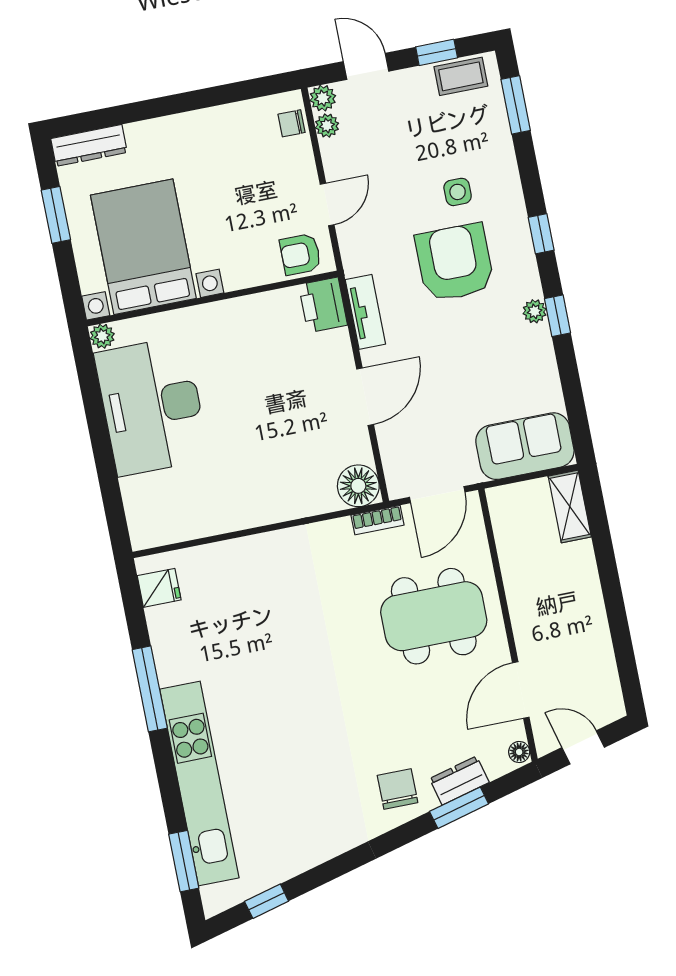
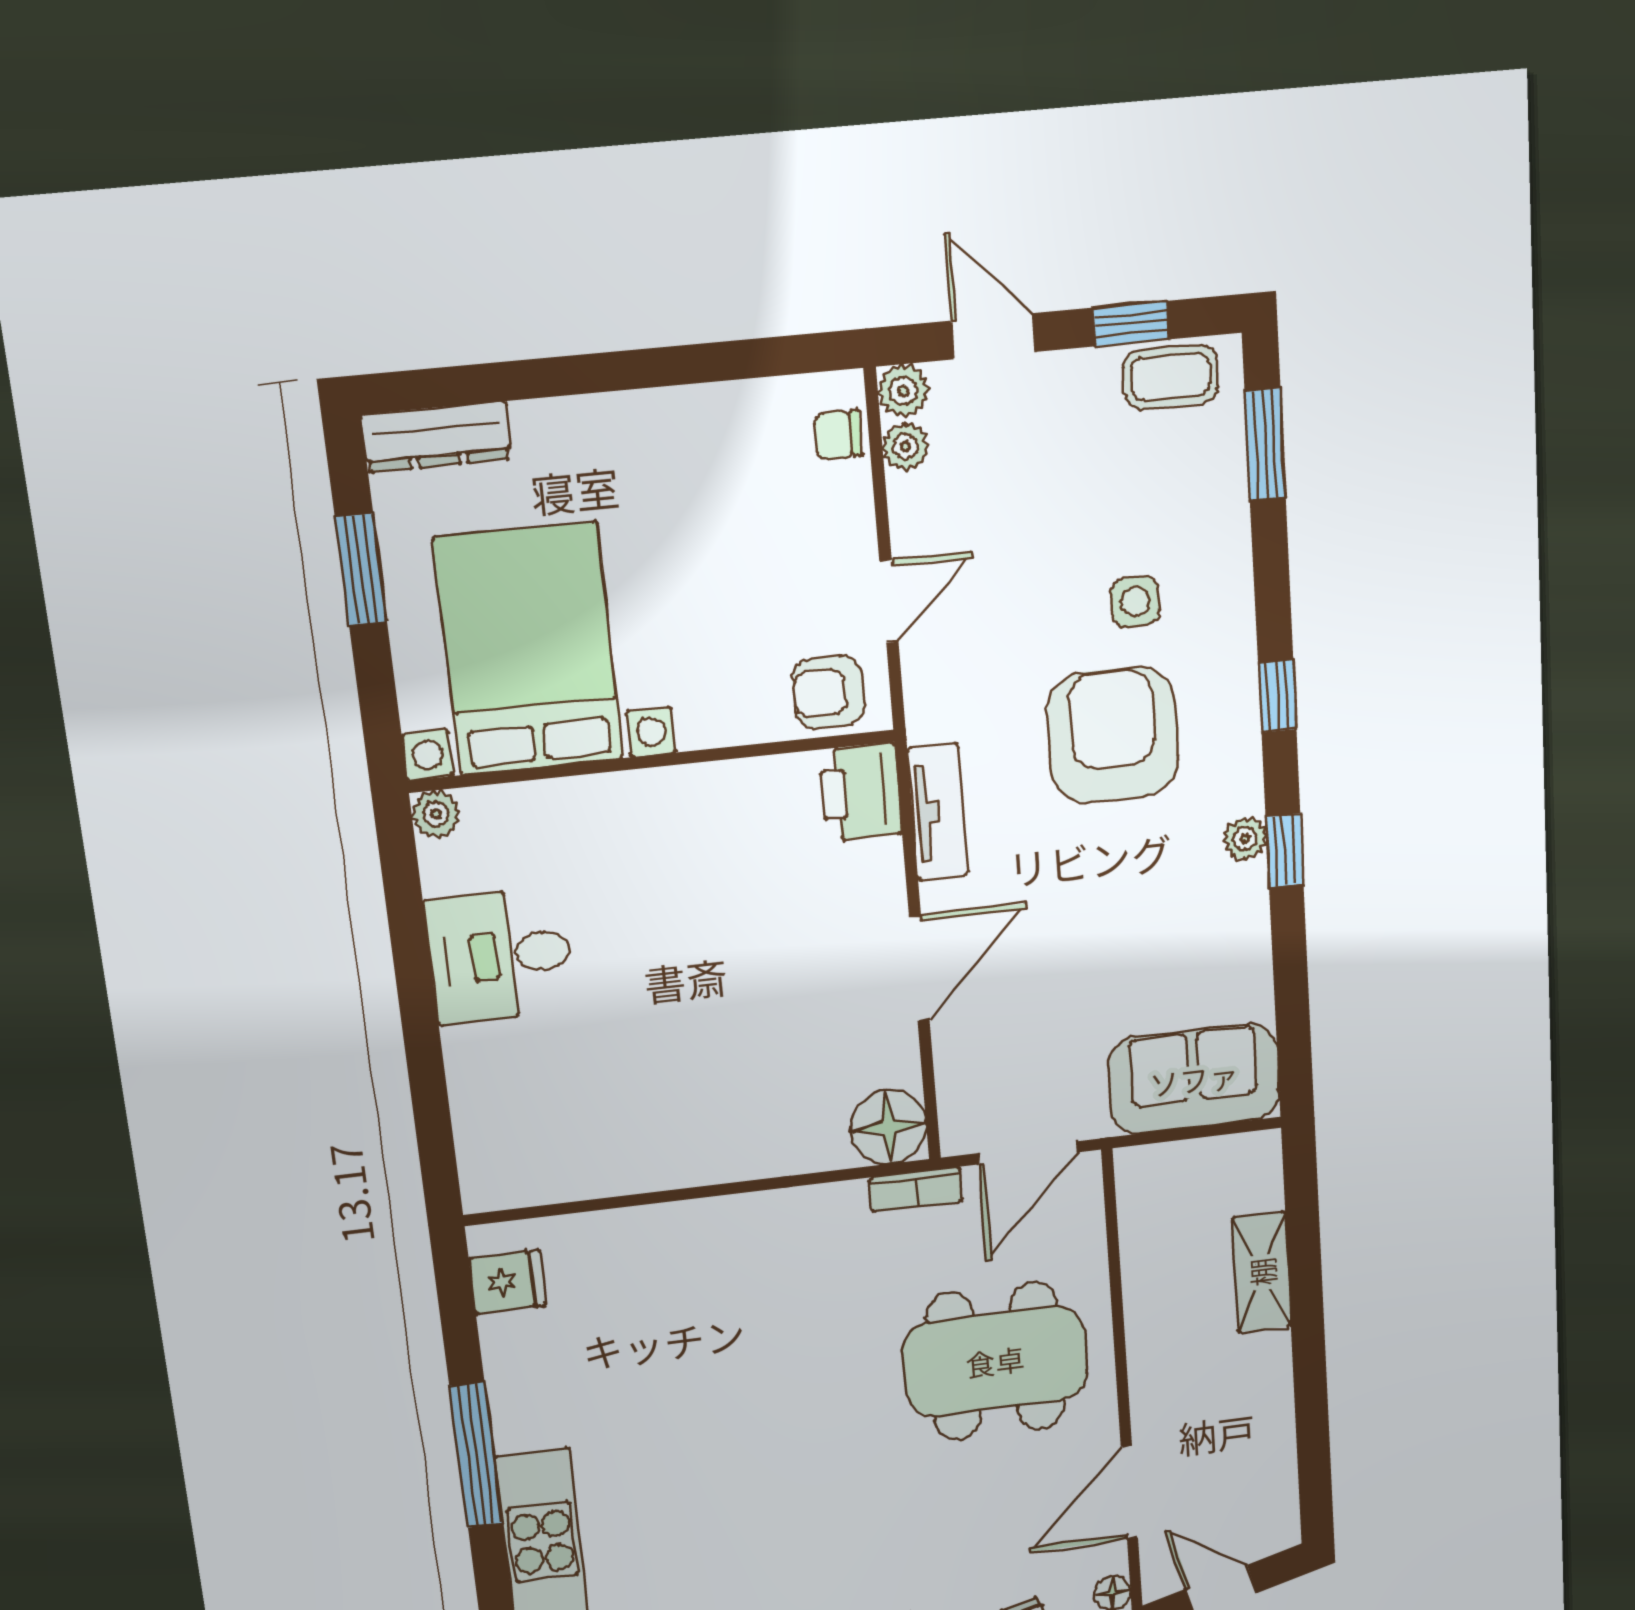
desk: (152, 406) -> (500, 956), width x0.53, depth x0.77
shelving: (570, 506) -> (1262, 1272), moved

